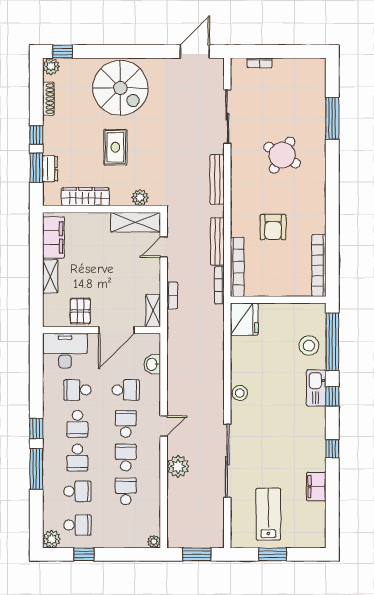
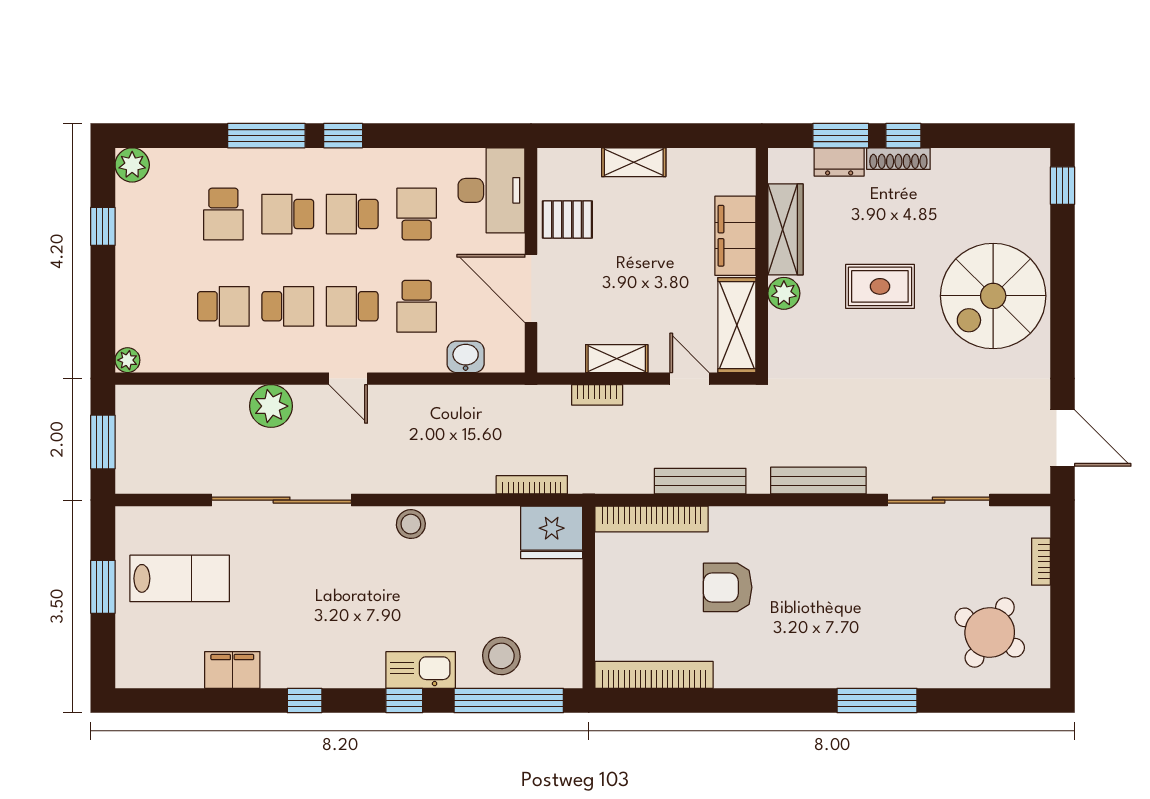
plant: (51, 66) -> (1034, 164), removed
shoe rack: (48, 99) -> (898, 159), moved
window: (332, 118) -> (877, 700), moved
round table: (282, 155) -> (990, 633), moved
plant: (140, 198) -> (784, 293), moved
filing cabinet: (53, 237) -> (735, 236), moved, turned 90
bookcase: (219, 285) -> (532, 485), moved
shelving: (153, 311) -> (617, 359), moved
school desk: (126, 424) -> (352, 306), turned 180
school desk: (77, 525) -> (159, 214), removed

